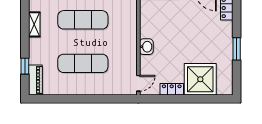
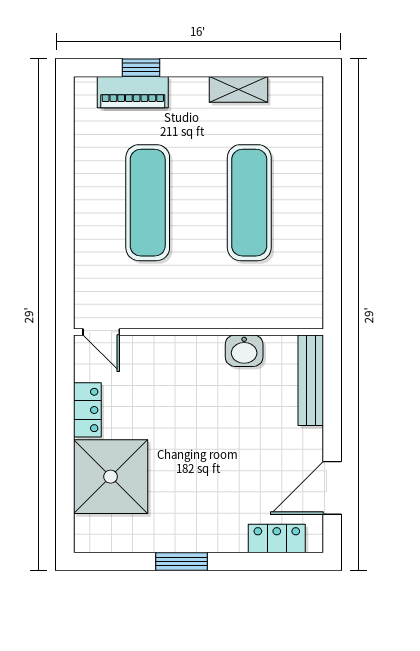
washbasin: (146, 47) -> (244, 351), moved
piano: (35, 80) -> (133, 92), moved

